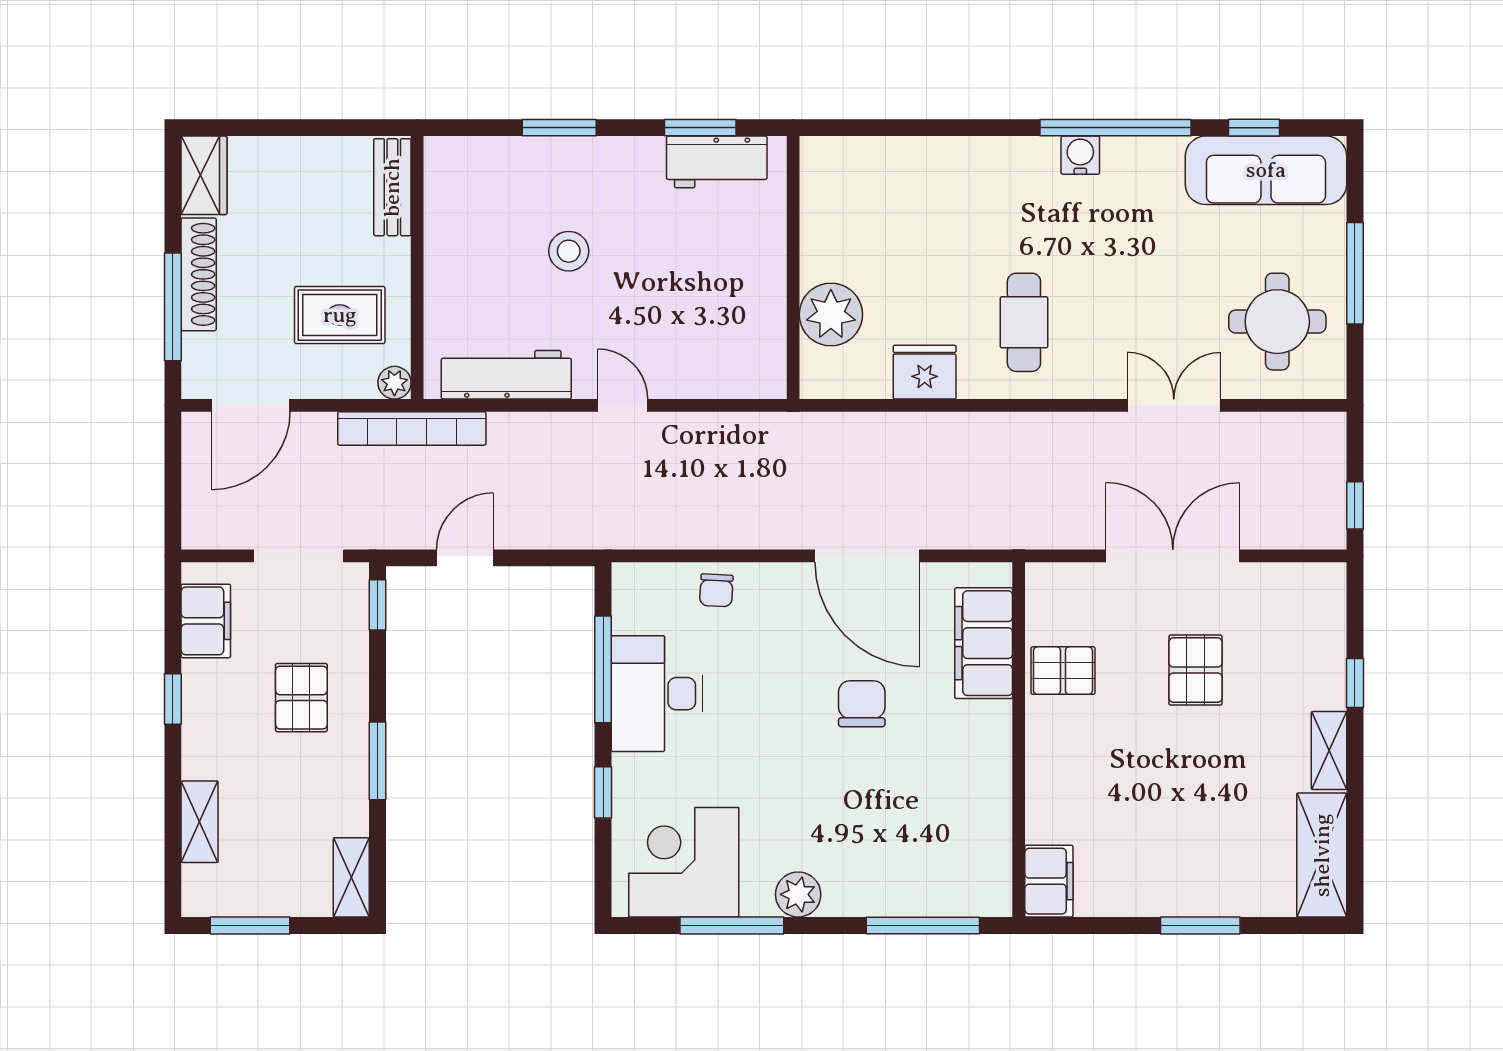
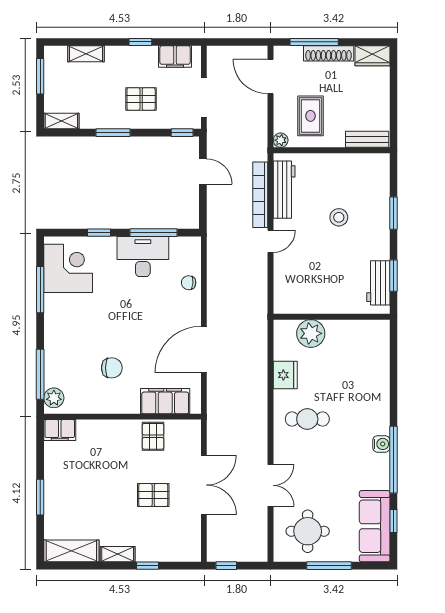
bookcase: (412, 428) -> (260, 195), moved
chair: (862, 704) -> (112, 368), moved
plant: (798, 894) -> (54, 398), moved

